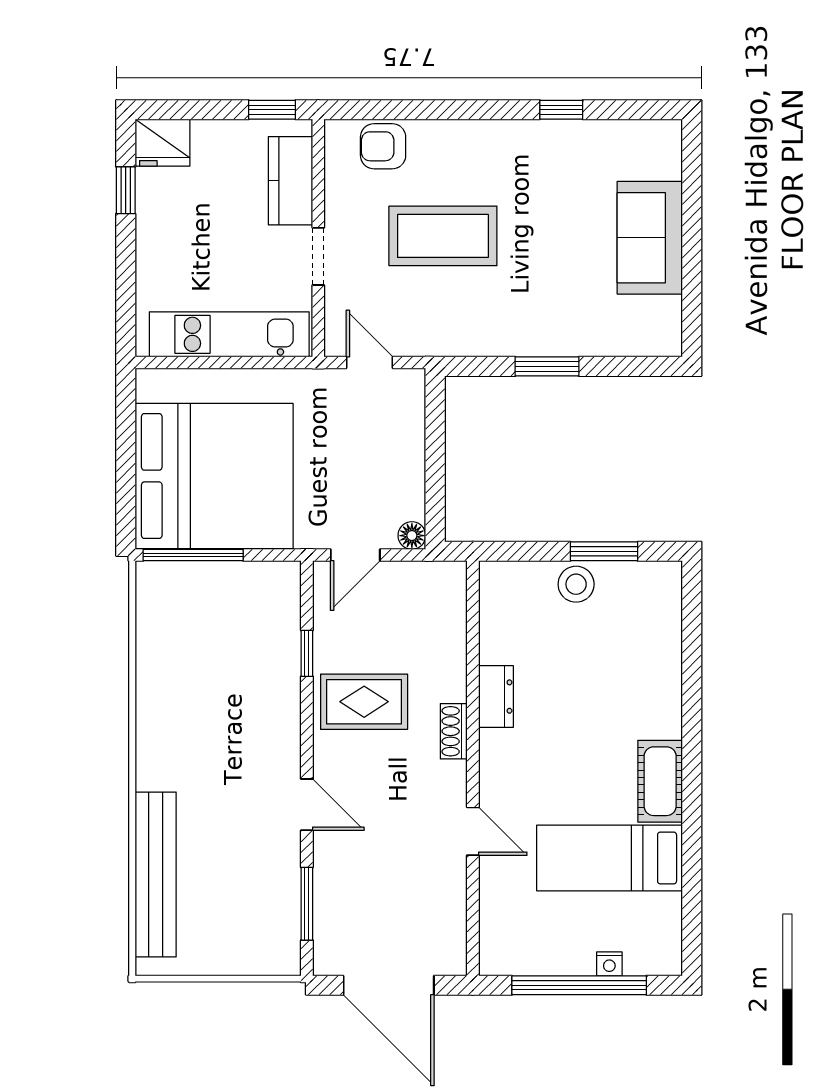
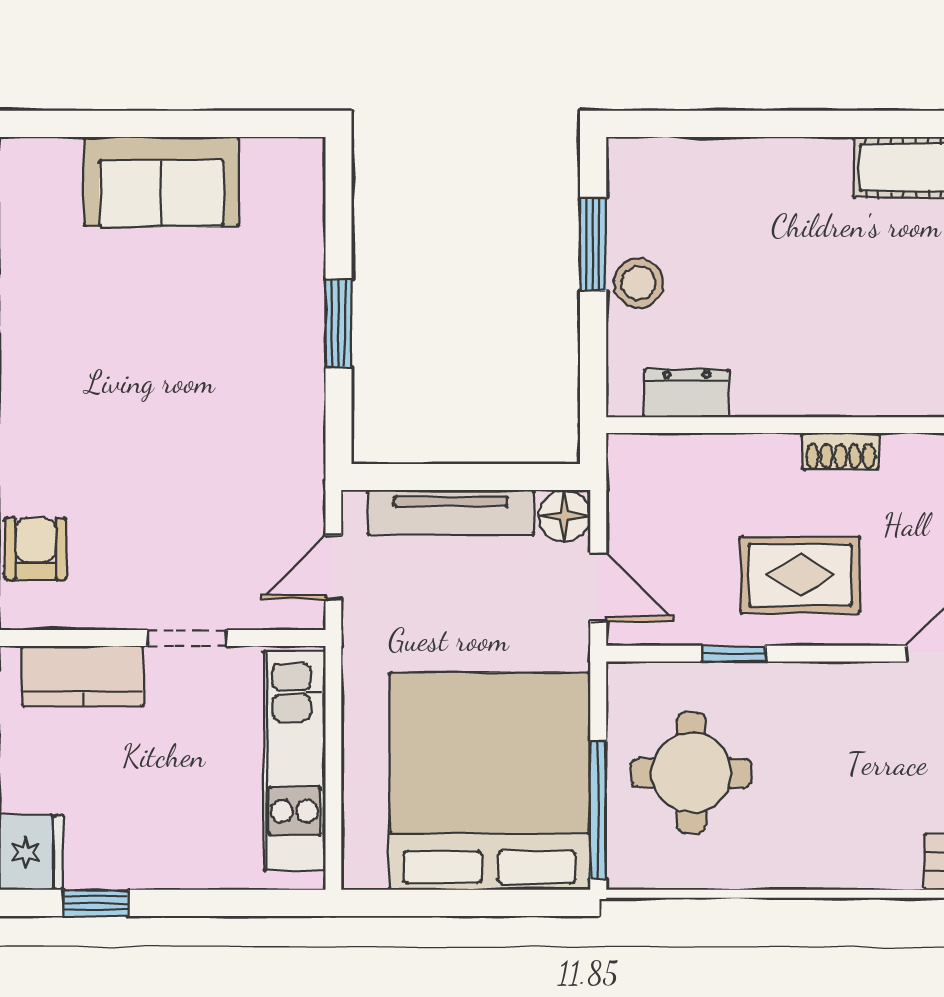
armchair: (383, 146) -> (36, 549), turned 180
coffee table: (443, 236) -> (159, 466), removed
tv unit: (409, 448) -> (451, 513), added
floor lamp: (412, 536) -> (564, 516), width x1.37, depth x1.37
round table: (220, 623) -> (691, 773), added
dresser: (496, 697) -> (687, 393), moved
rug: (364, 702) -> (800, 575), turned 90

